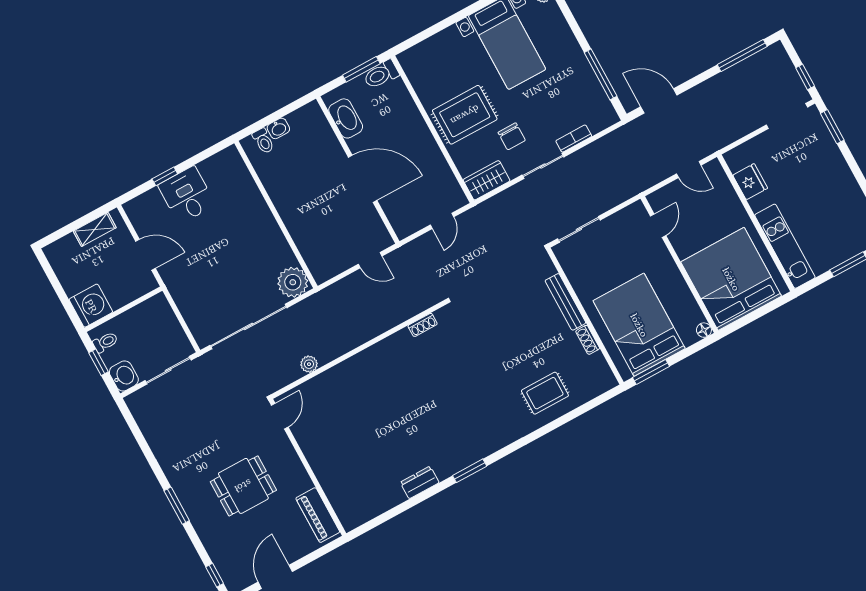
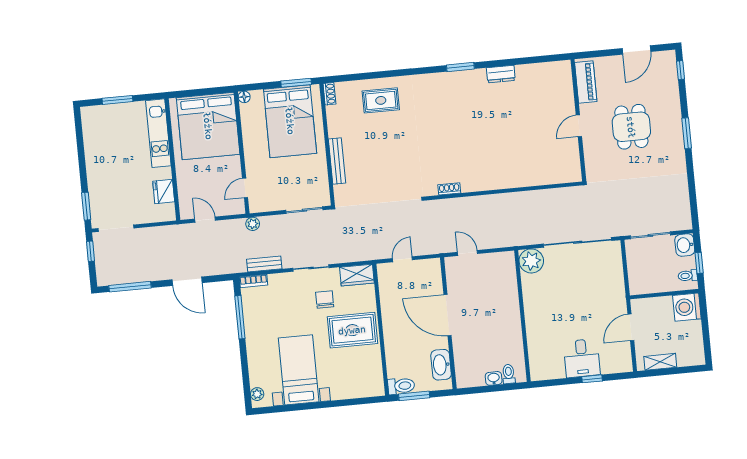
door: (659, 101) -> (187, 281), moved
bookcase: (574, 139) -> (253, 281), moved
bench: (599, 148) -> (264, 264), added
door: (146, 255) -> (631, 327), hinge flipped
shoe rack: (588, 340) -> (329, 94), moved
plant: (309, 364) -> (253, 224), moved
door: (280, 416) -> (579, 126), moved
dining table: (243, 486) -> (631, 127), turned 90

